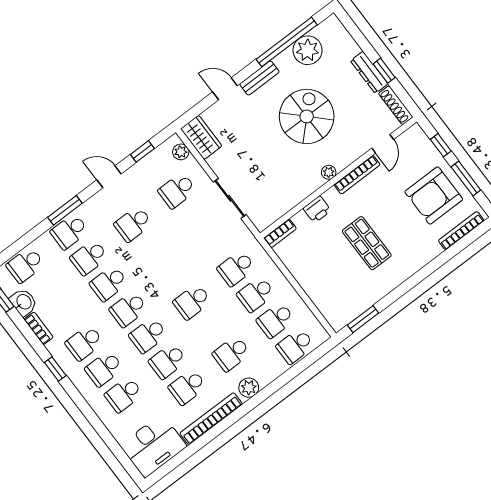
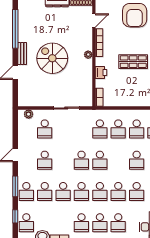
plant: (308, 50) -> (26, 22), removed
spiral stairs: (307, 116) -> (52, 58), moved
wardrobe: (201, 137) -> (29, 100), removed
door: (383, 144) -> (94, 21), hinge flipped
window: (142, 151) -> (15, 216), moved
school desk: (172, 276) -> (81, 160), added

